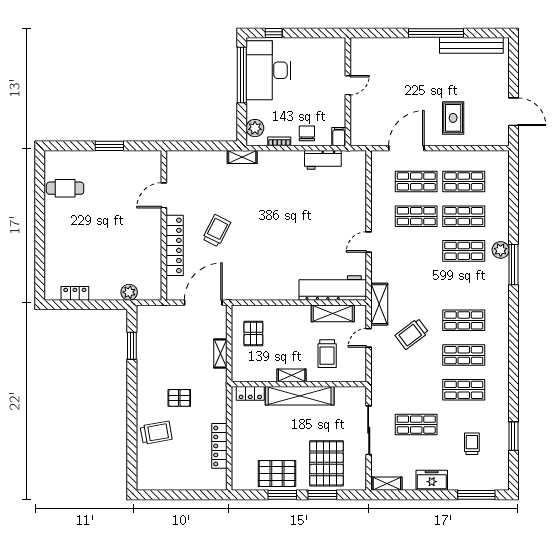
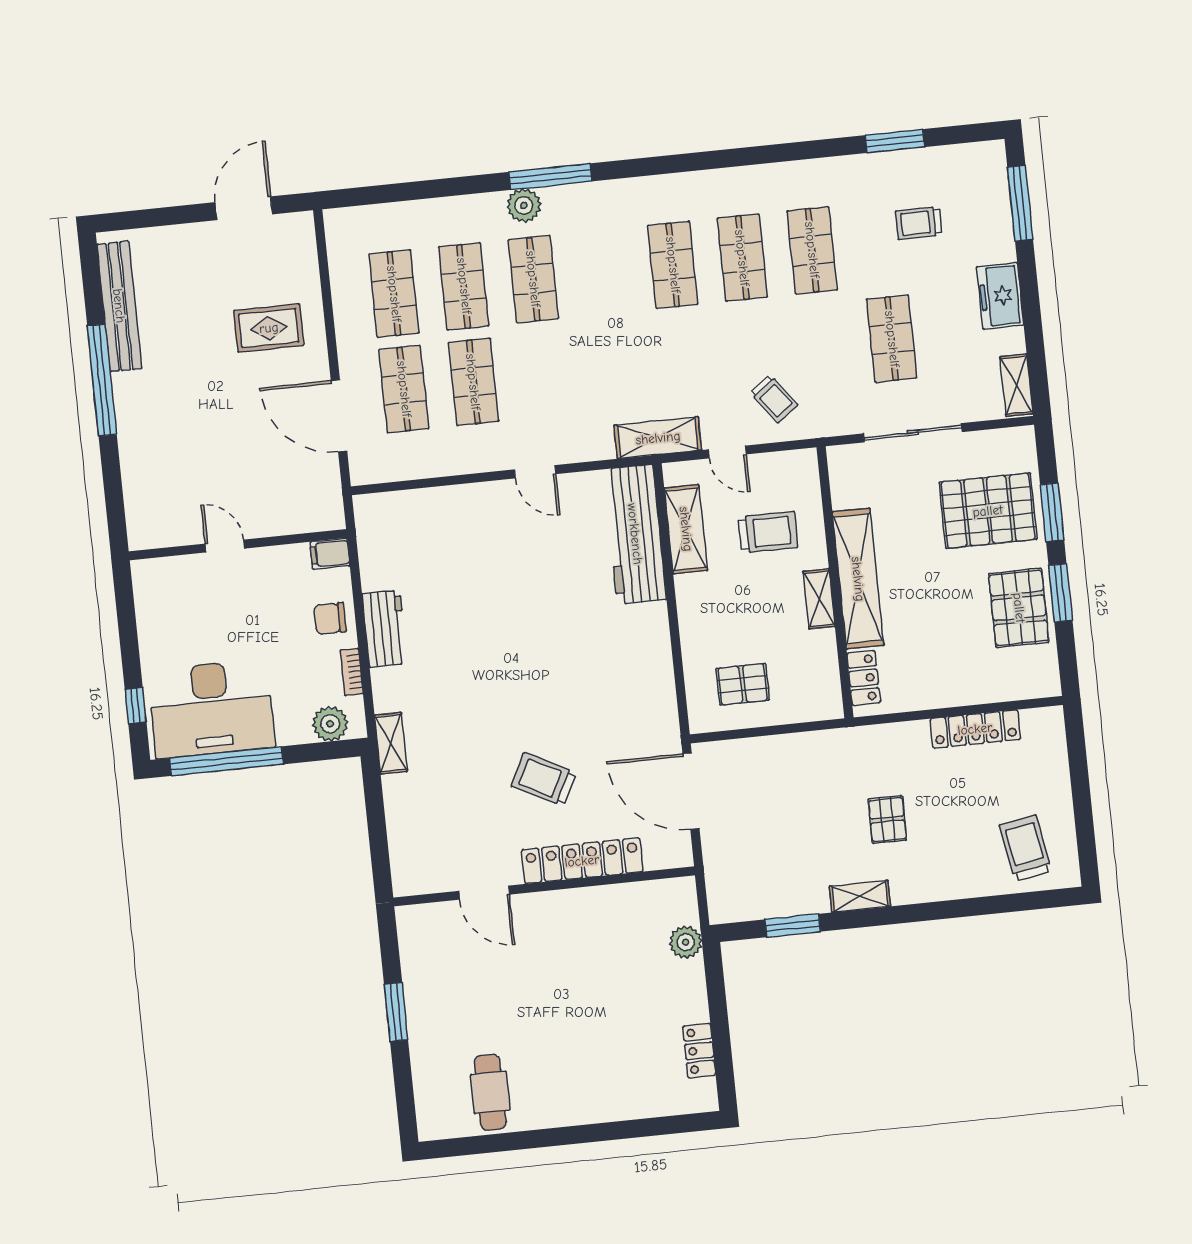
workbench: (323, 160) -> (385, 629), moved
trolley: (412, 334) -> (774, 399), moved, width x0.73, depth x0.72
shelving: (220, 354) -> (860, 896), moved
trolley: (156, 433) -> (1025, 848), moved

